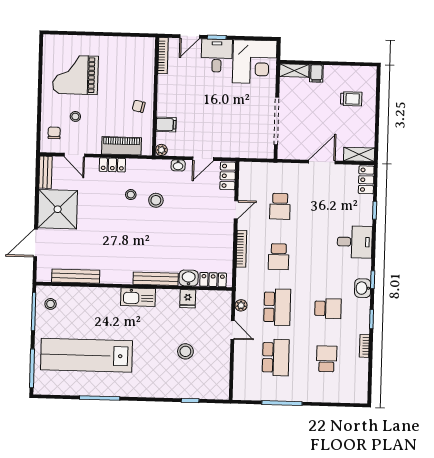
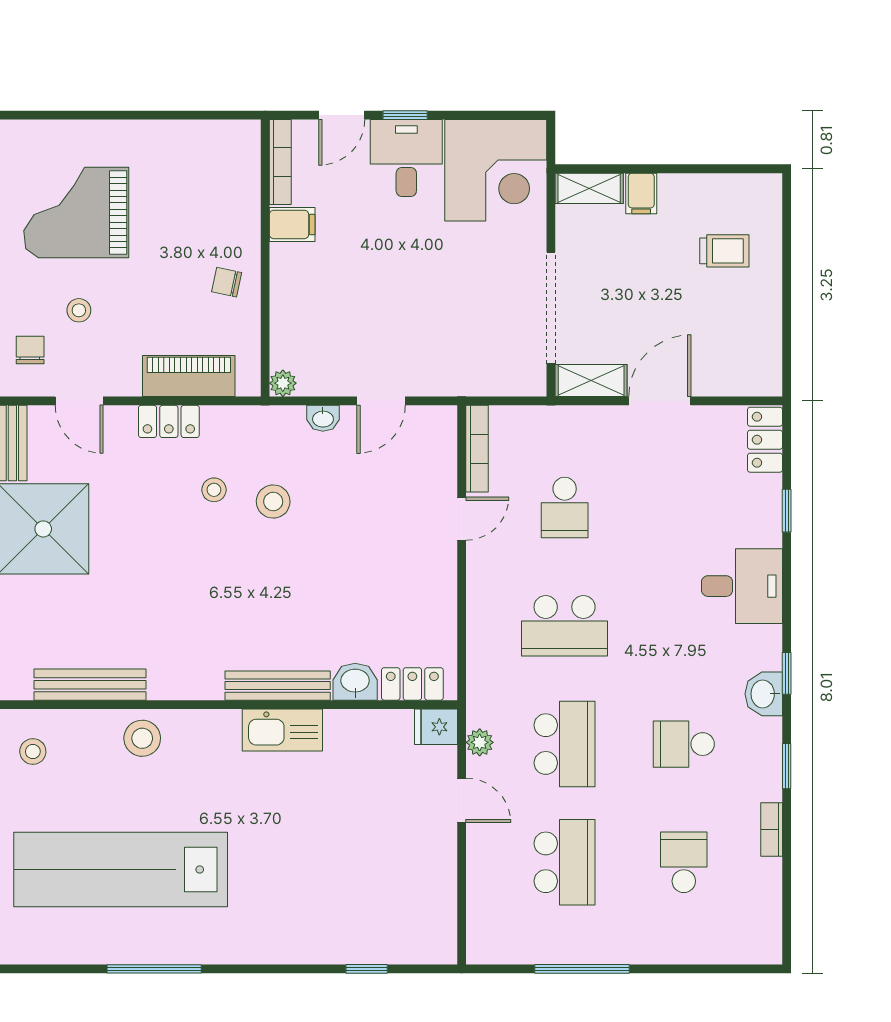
filing cabinet: (166, 124) -> (292, 224), moved
shelving: (359, 154) -> (591, 380), moved
locker: (228, 176) -> (440, 440), removed
bookcase: (241, 249) -> (477, 449), moved
school desk: (279, 257) -> (565, 626), width x1.85
kitchen sink: (138, 297) -> (282, 730), moved
fridge: (188, 299) -> (436, 727), moved, turned 90
school desk: (328, 308) -> (684, 744), turned 180
stool: (185, 351) -> (142, 738), moved

